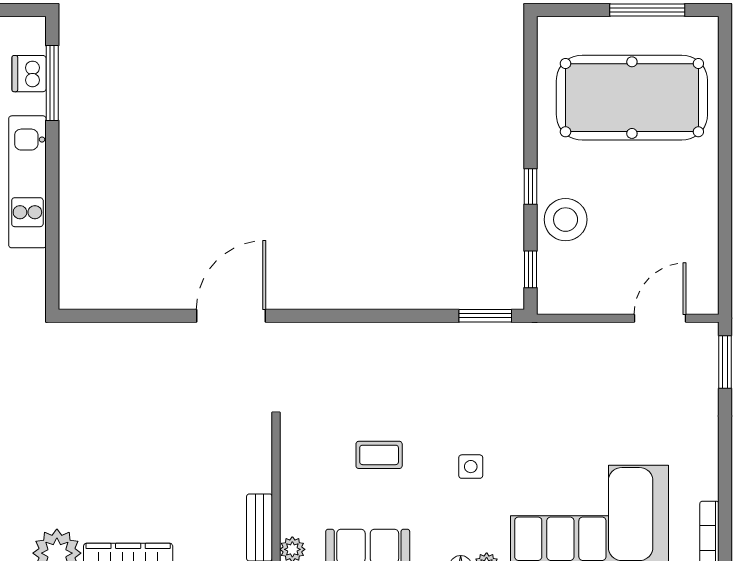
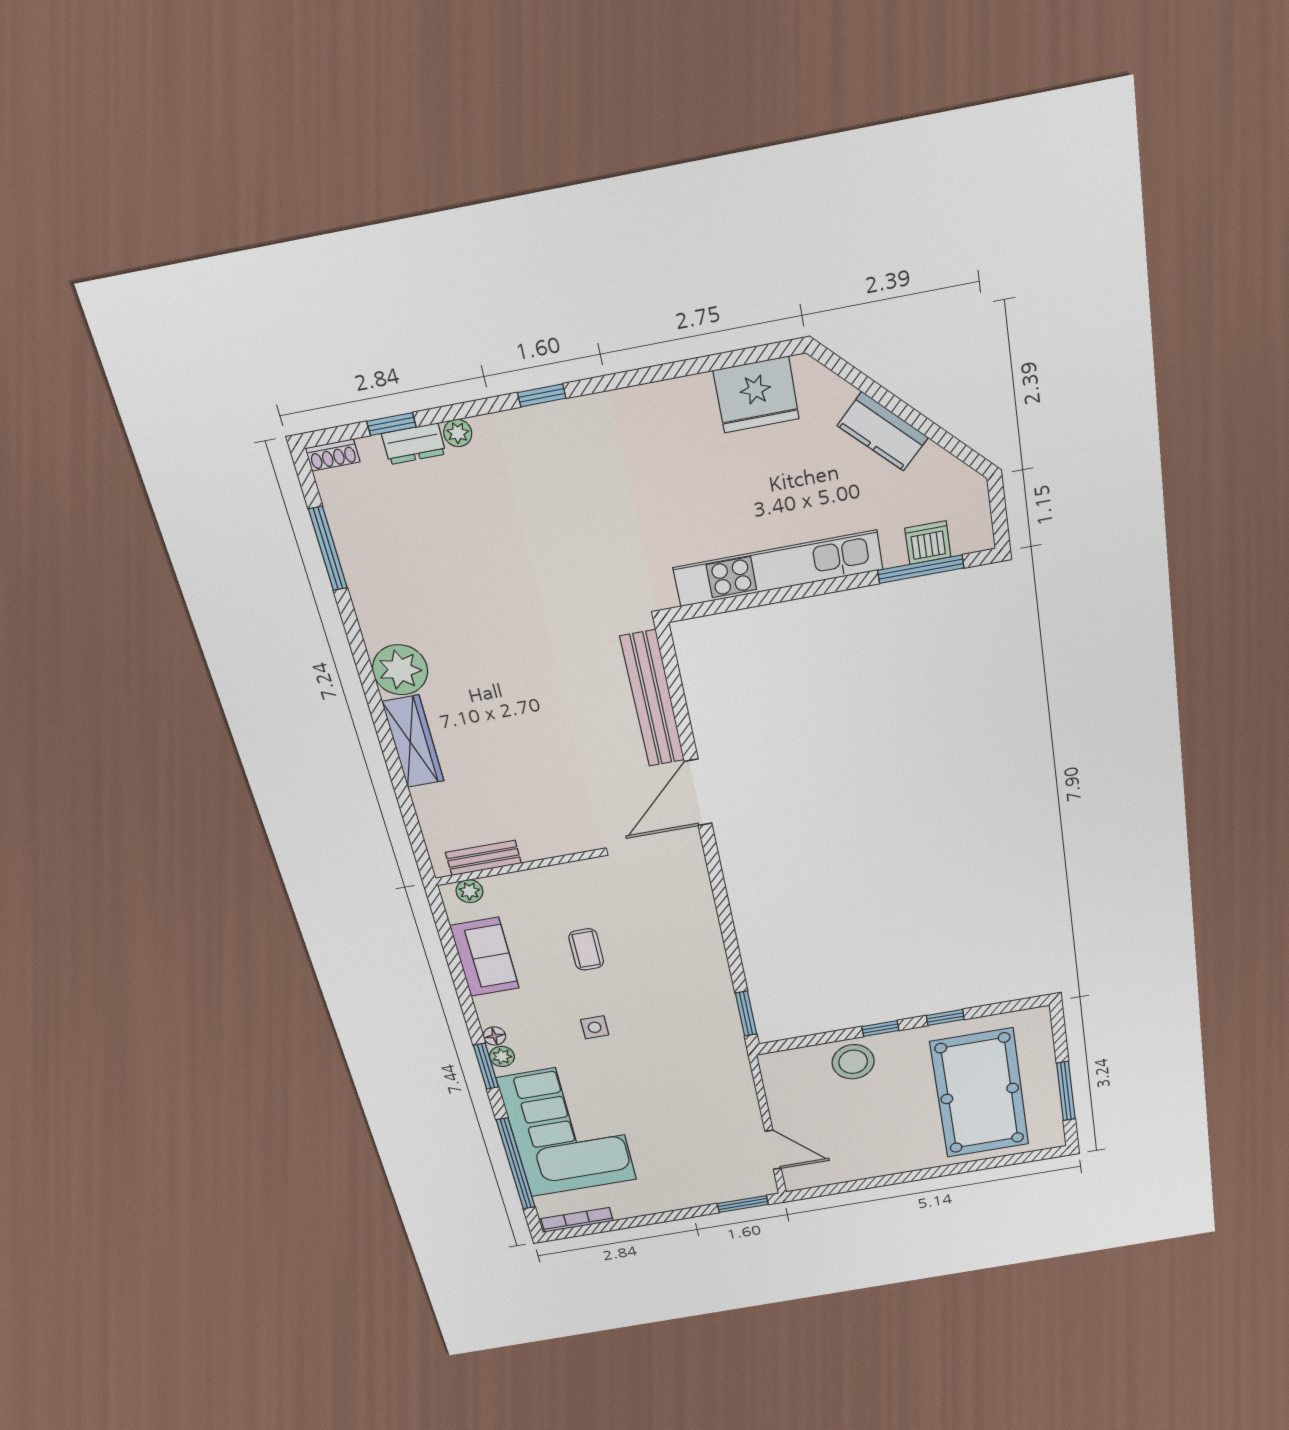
kitchen unit: (27, 182) -> (778, 569), width x1.36
window: (530, 269) -> (945, 1017), moved
door: (231, 316) -> (698, 792), swing flipped
bench: (129, 338) -> (652, 699), added

